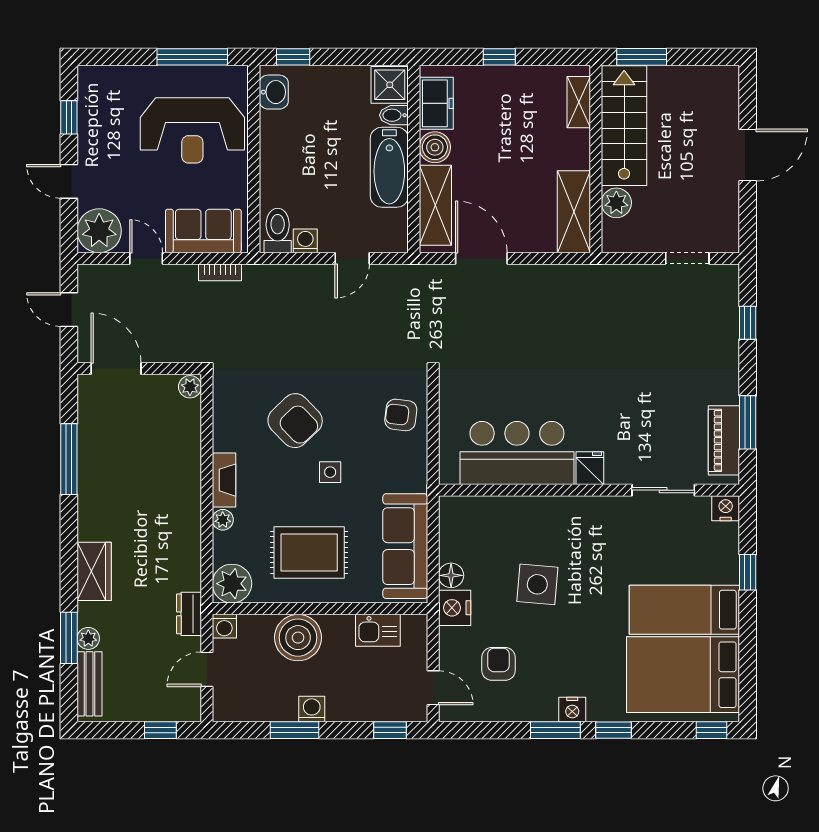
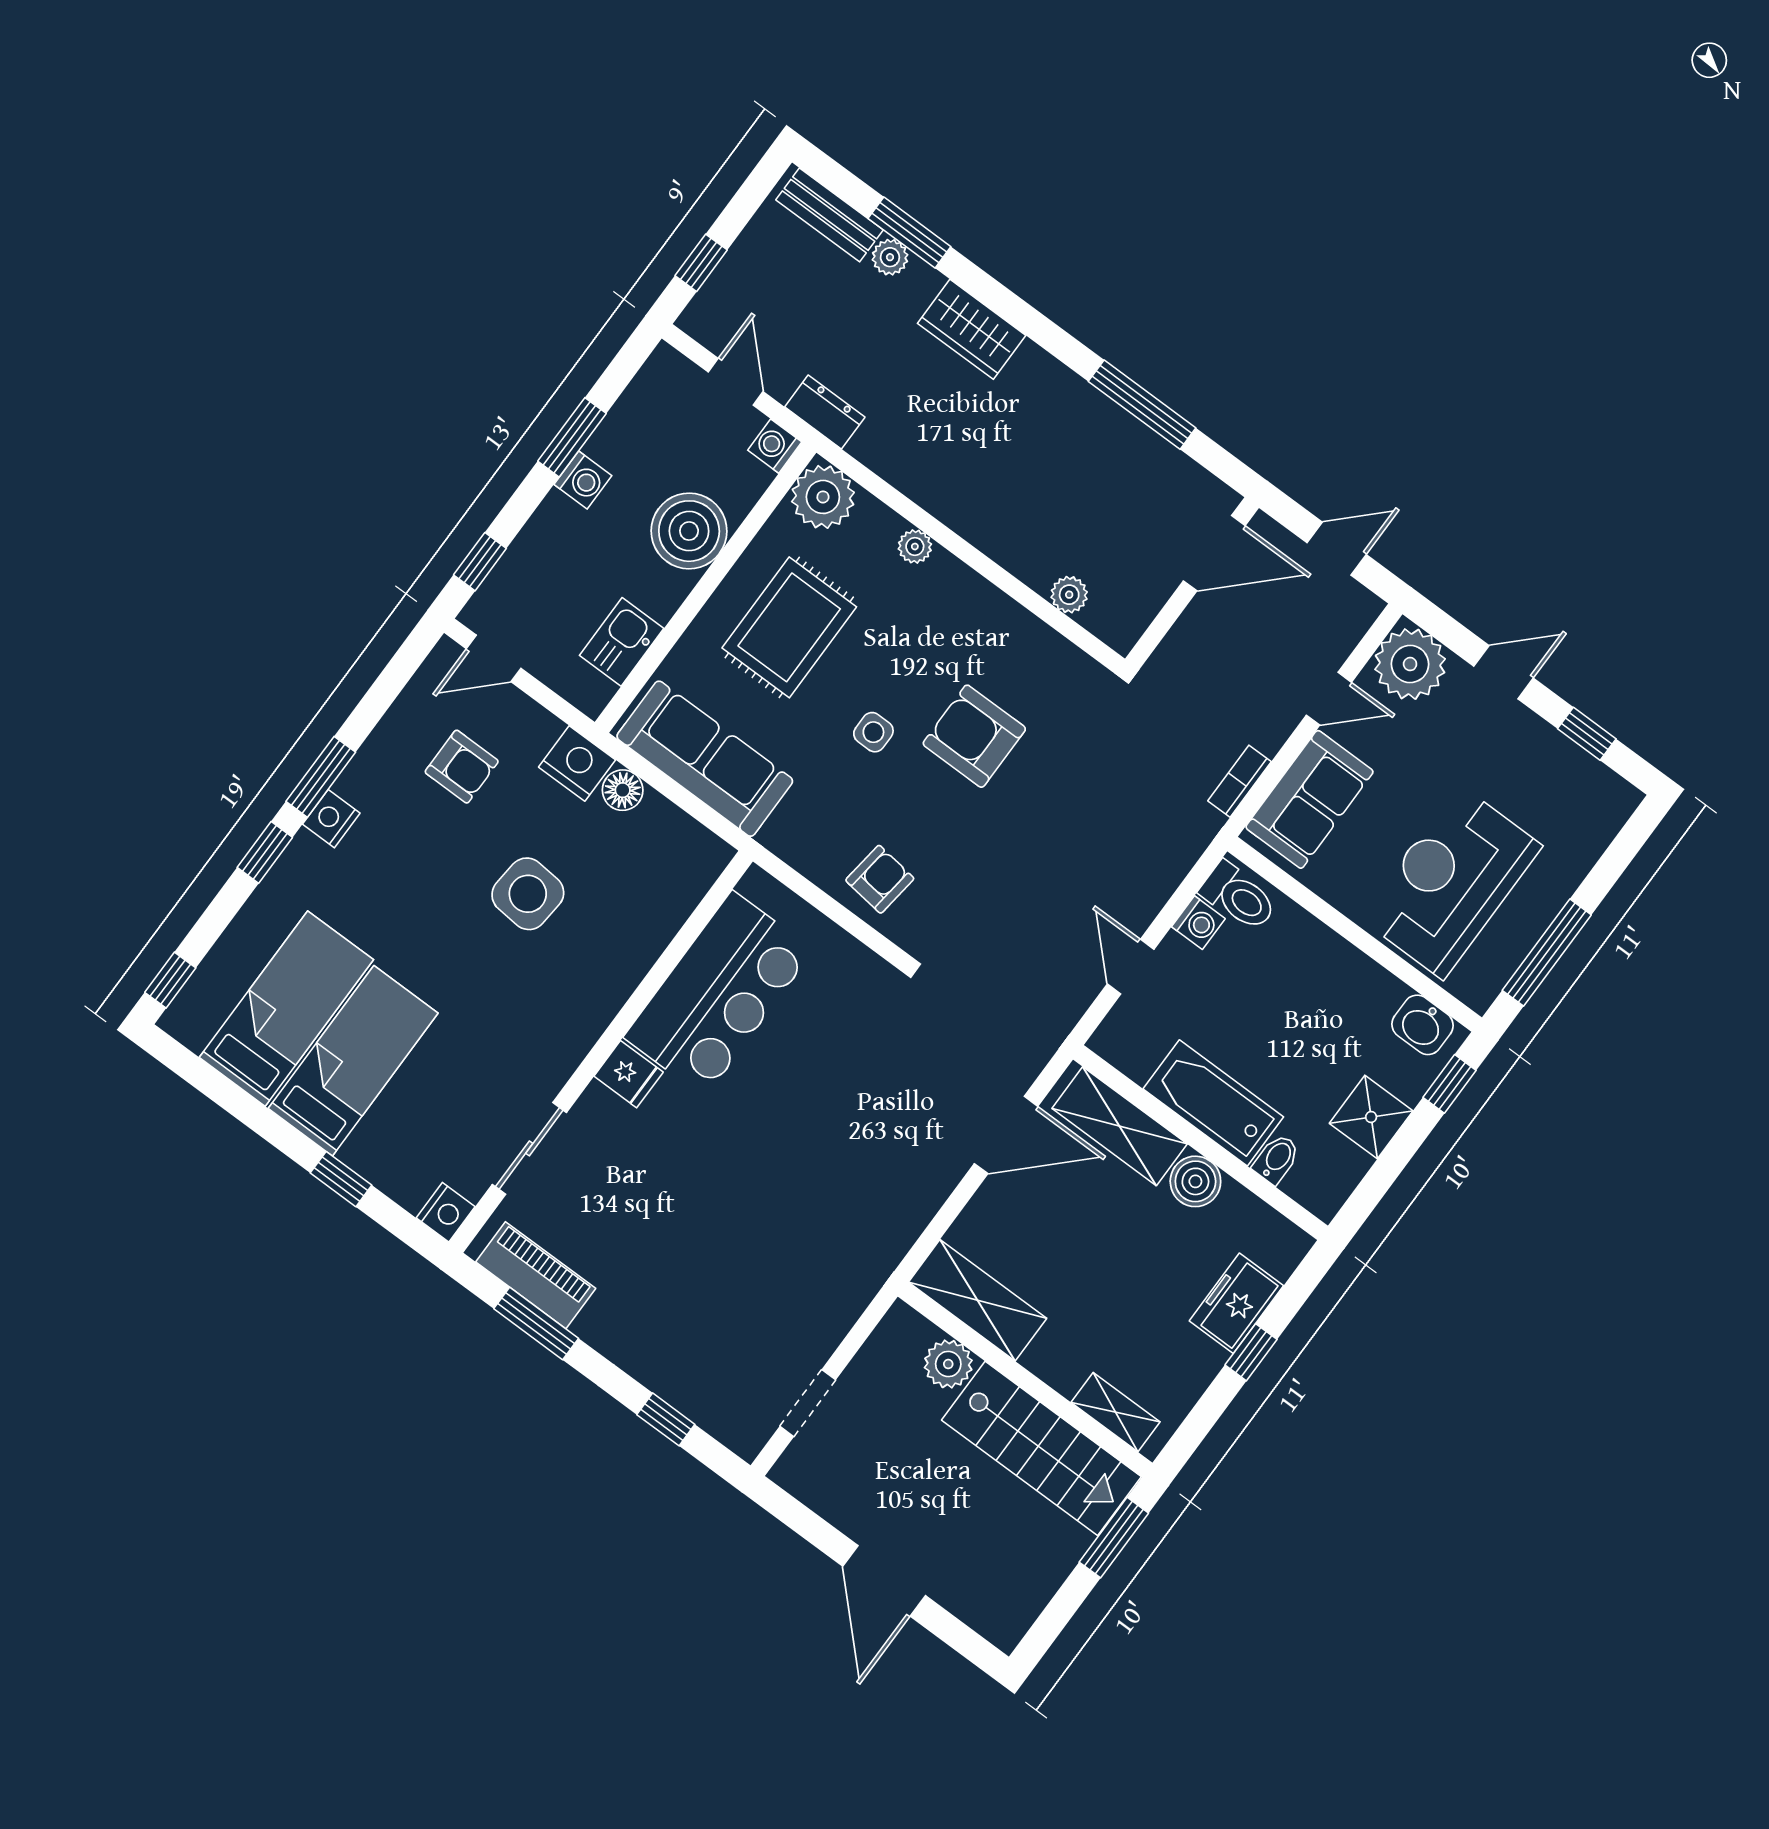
shower: (390, 85) -> (1371, 1117), moved
freezer: (436, 103) -> (1236, 1303), moved, turned 90
plant: (190, 387) -> (1069, 595), moved
armchair: (295, 421) -> (974, 736), turned 44
fireplace: (224, 480) -> (965, 586), removed
bed: (683, 675) -> (286, 1009), width x0.67

